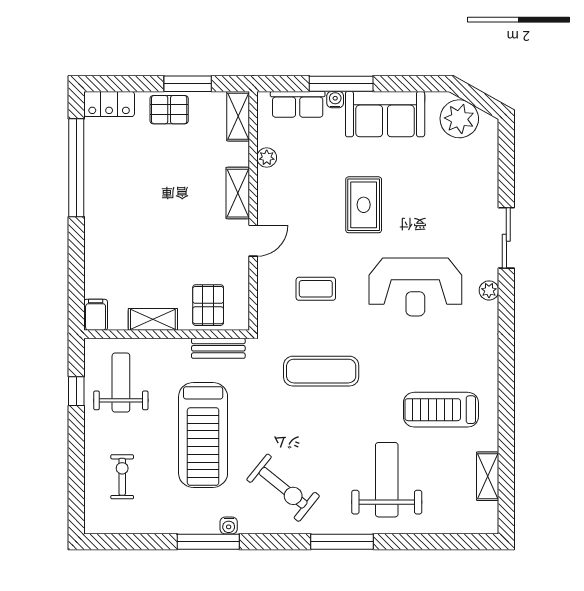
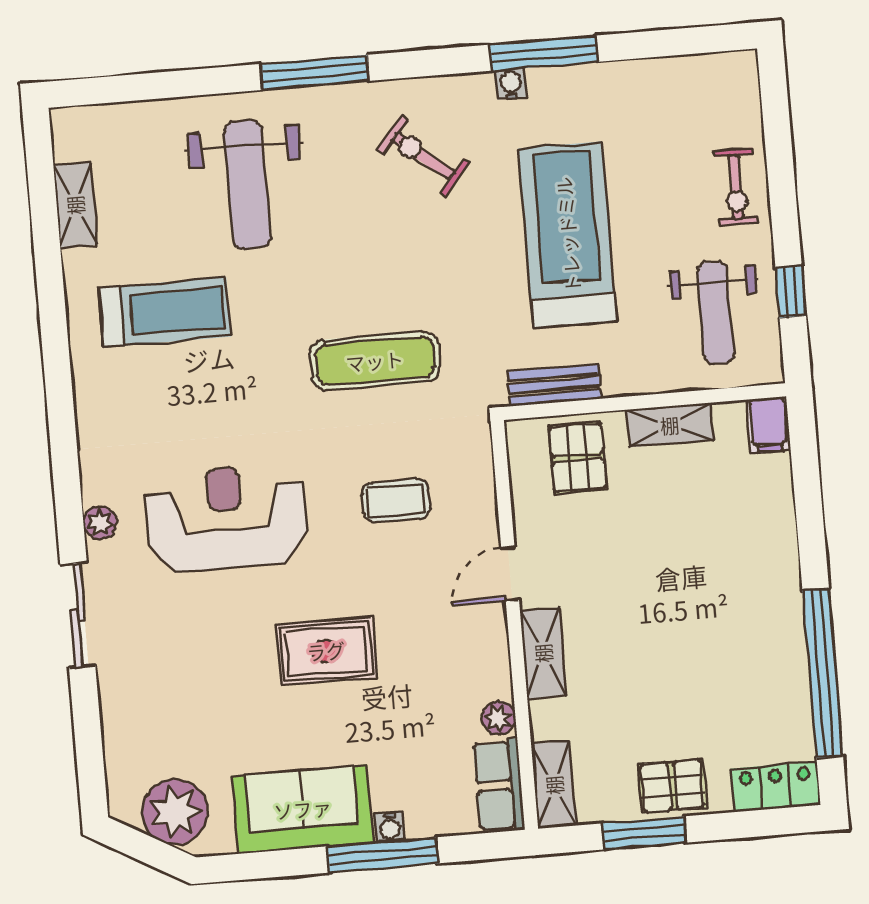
row of seats: (298, 104) -> (499, 785), moved, turned -90
rug: (364, 205) -> (326, 651), turned 90
exercise bike: (122, 477) -> (736, 187), moved
exercise bike: (283, 488) -> (423, 156), width x0.73, depth x0.72

